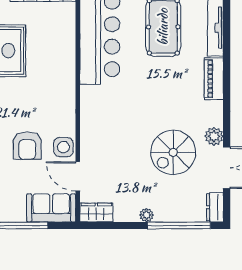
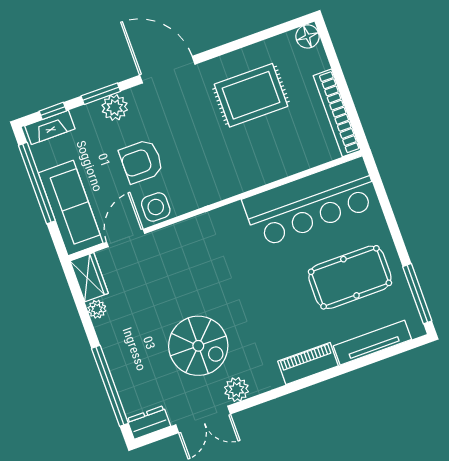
spiral stairs: (173, 152) -> (198, 346), turned 180
sofa: (51, 208) -> (71, 208), width x1.36
plant: (146, 215) -> (97, 309), moved

